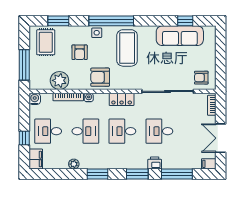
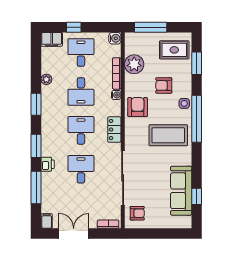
armchair: (201, 78) -> (137, 213), turned 90

